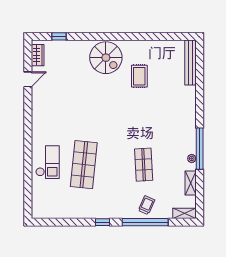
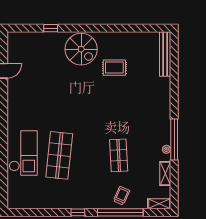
window: (59, 36) -> (51, 28), moved
wardrobe: (38, 55) -> (13, 47), removed
rug: (139, 76) -> (114, 68), turned 90
checkout: (48, 162) -> (23, 153), width x1.36, depth x1.21

